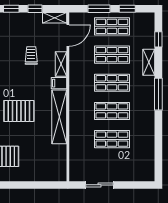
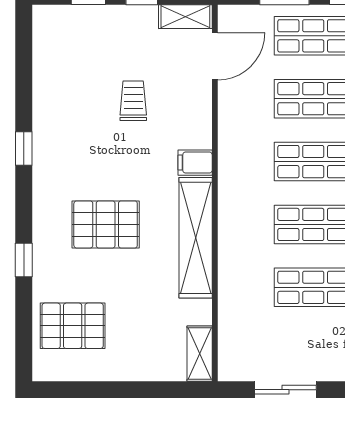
shelving: (61, 64) -> (200, 354), moved

